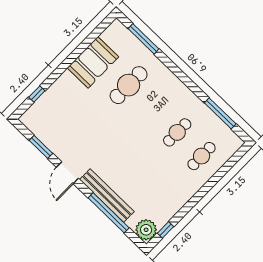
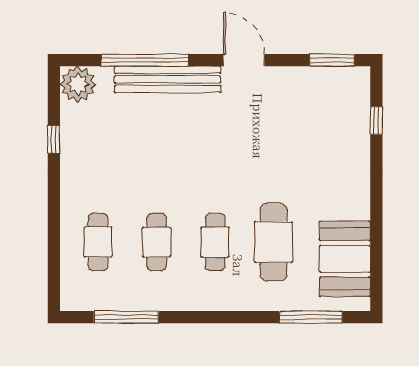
booth: (93, 62) -> (345, 259), moved
cafe table: (153, 109) -> (215, 242), added
window: (41, 147) -> (332, 60), moved
window: (165, 230) -> (54, 139), moved

